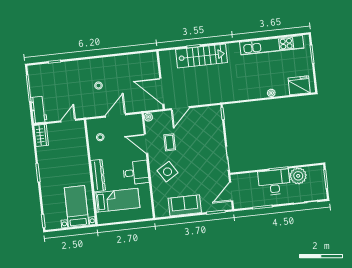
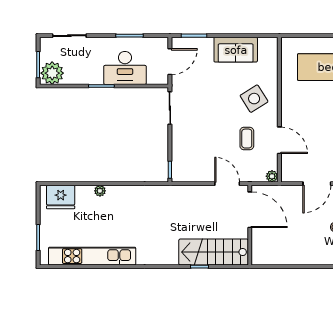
stairs: (201, 56) -> (214, 252), moved
door: (180, 108) -> (227, 184), hinge flipped
desk: (136, 173) -> (298, 102), removed
plant: (298, 176) -> (52, 73), moved
desk: (274, 182) -> (125, 68), moved

